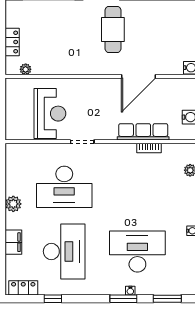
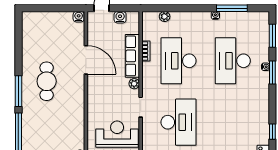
cafe table: (113, 29) -> (47, 81), turned 90
plant: (110, 134) -> (134, 84), added
desk: (64, 251) -> (179, 61), moved, turned -90

